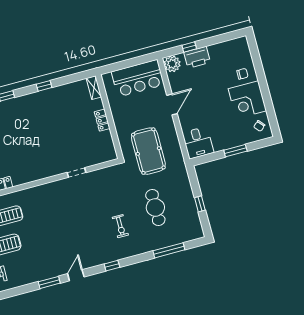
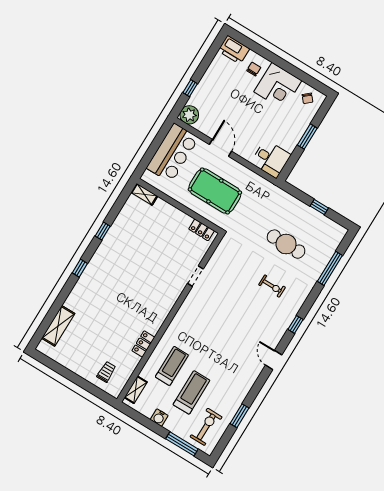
printer: (197, 57) -> (234, 50), moved, turned 90
locker: (102, 120) -> (202, 230), moved
pool table: (148, 151) -> (215, 191), moved
window: (49, 282) -> (240, 416), moved

